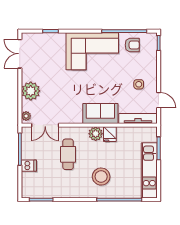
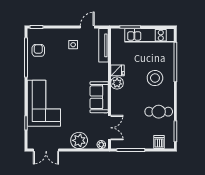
corner sofa: (92, 51) -> (44, 103), moved
sofa: (100, 114) -> (99, 97), moved
cafe table: (68, 154) -> (159, 112), moved
dishwasher: (29, 166) -> (159, 142), moved

